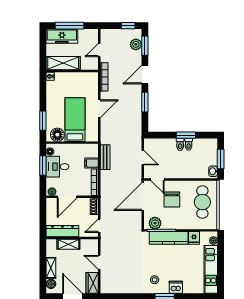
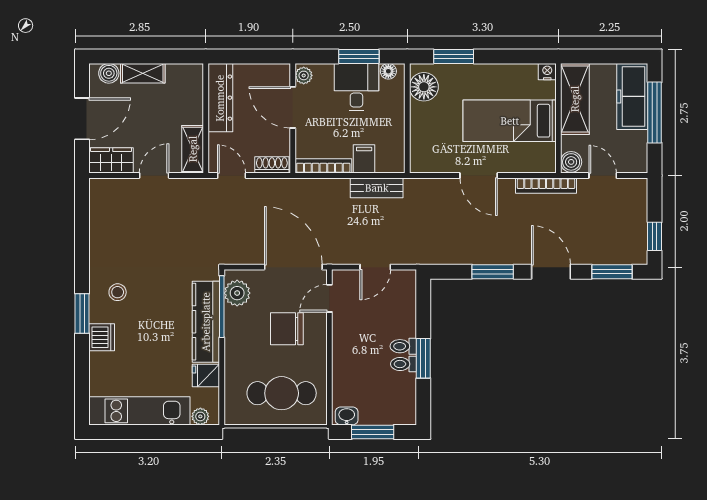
plant: (136, 44) -> (615, 253), removed
boiler: (93, 65) -> (571, 162), added
bed: (75, 120) -> (510, 121), moved, turned 180
shelving: (68, 244) -> (193, 149), moved

